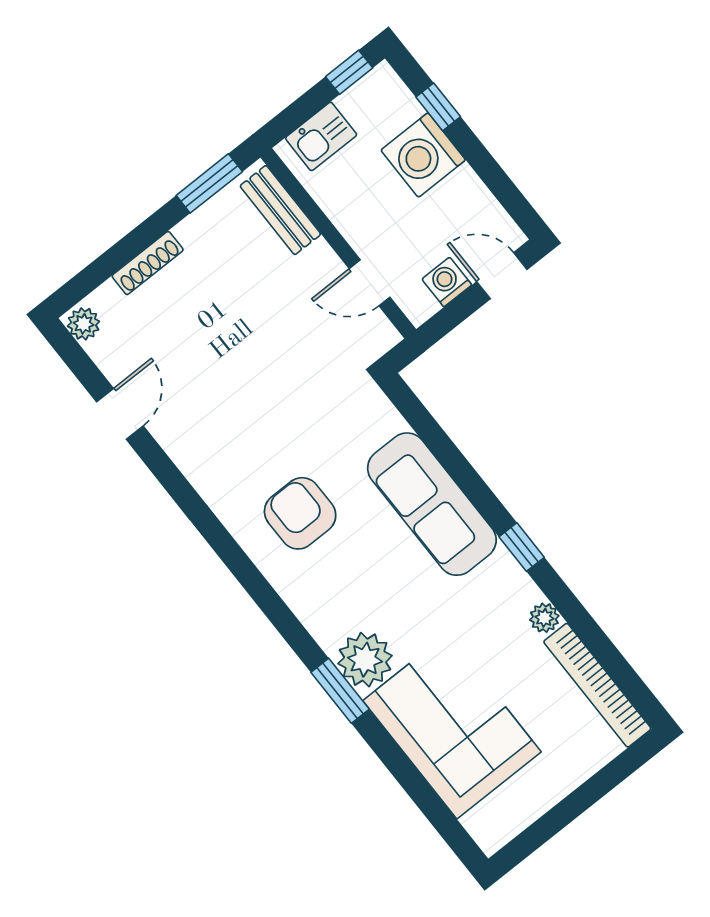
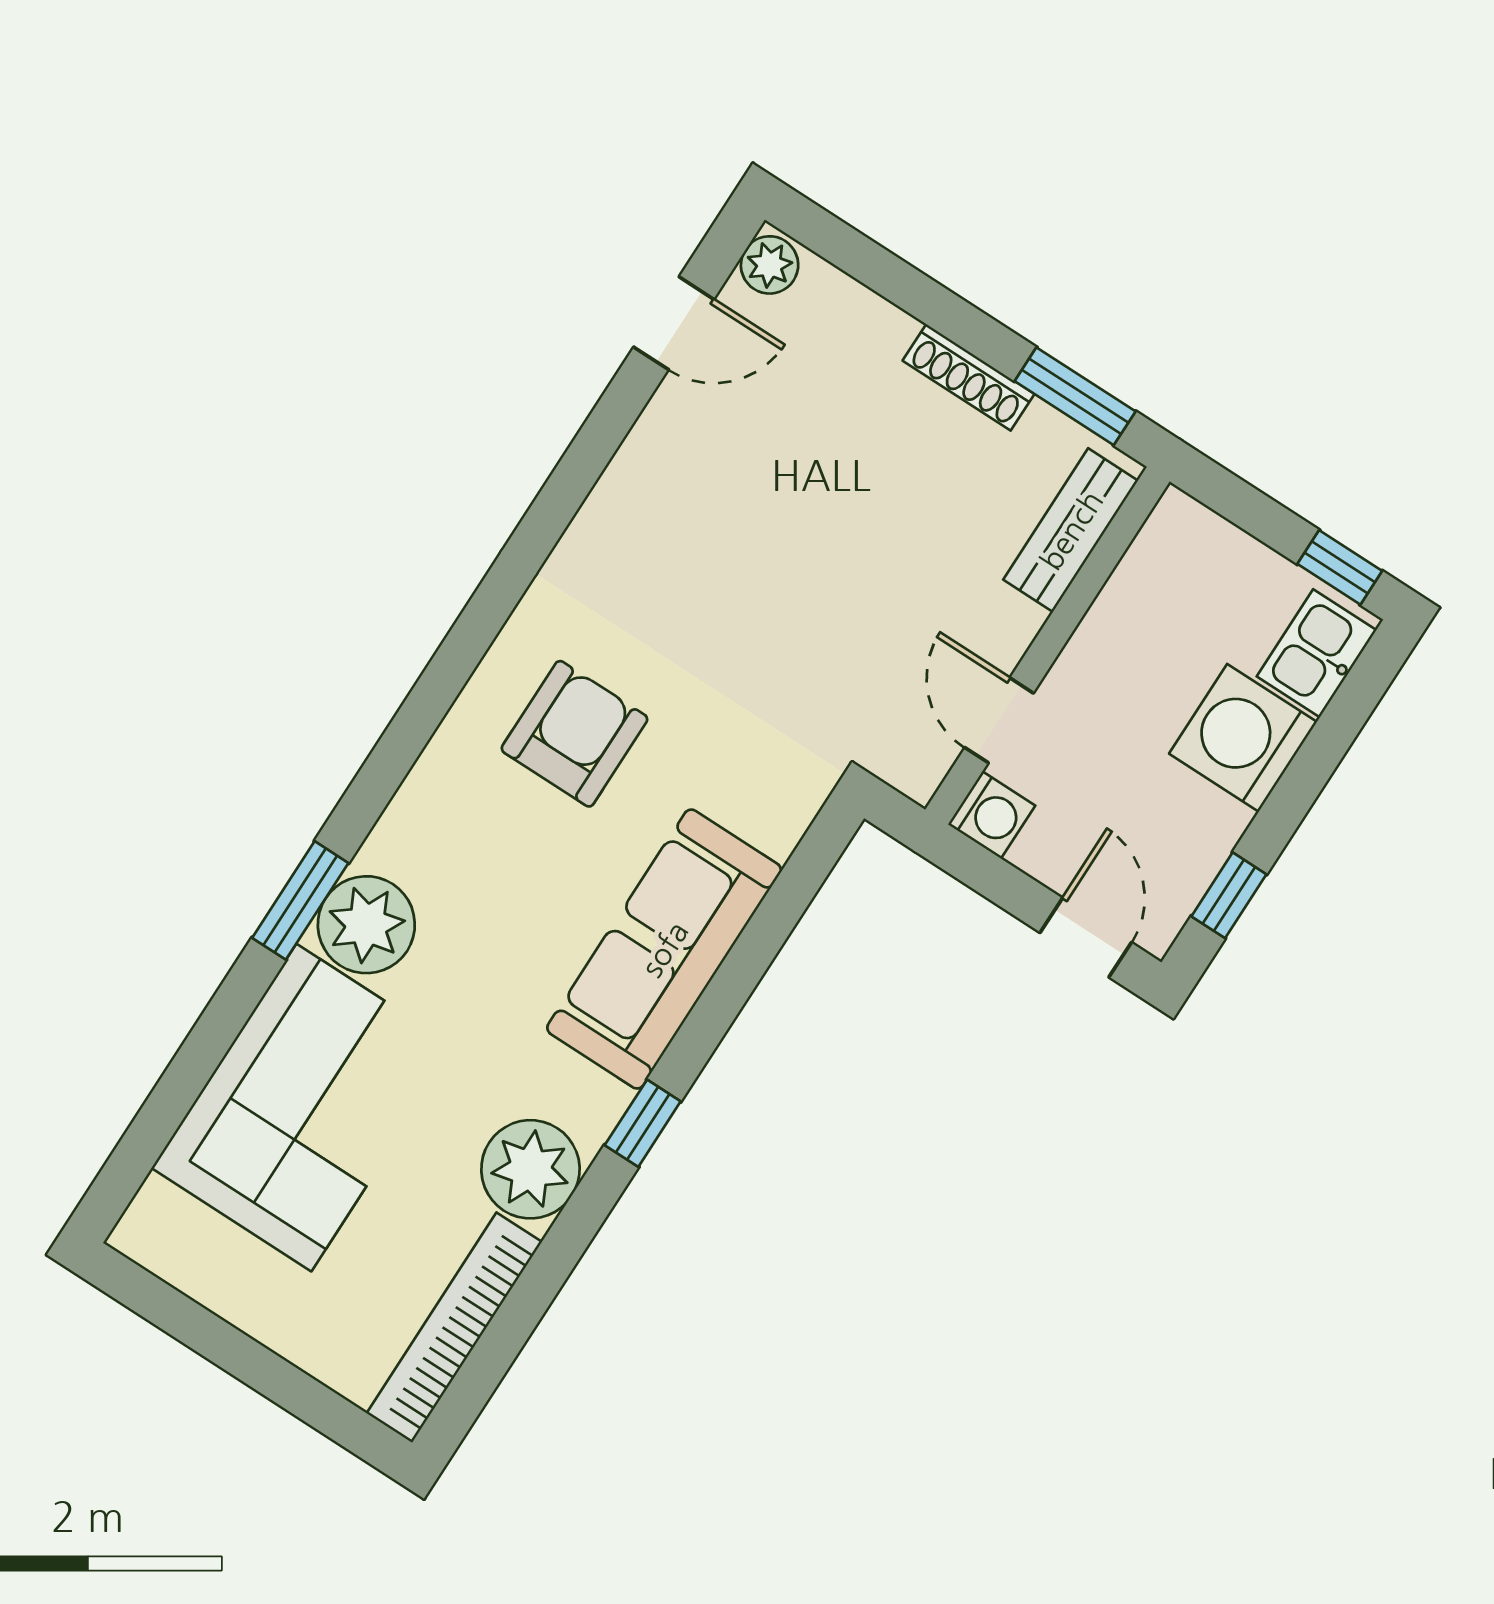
window: (438, 107) -> (1229, 895), moved
kitchen sink: (321, 136) -> (1317, 653), moved, turned 90
shoe rack: (148, 263) -> (969, 377), moved
washing machine: (447, 282) -> (992, 815), moved, turned 90
door: (120, 414) -> (674, 323), moved
plant: (544, 618) -> (530, 1169), width x1.88, depth x1.88

